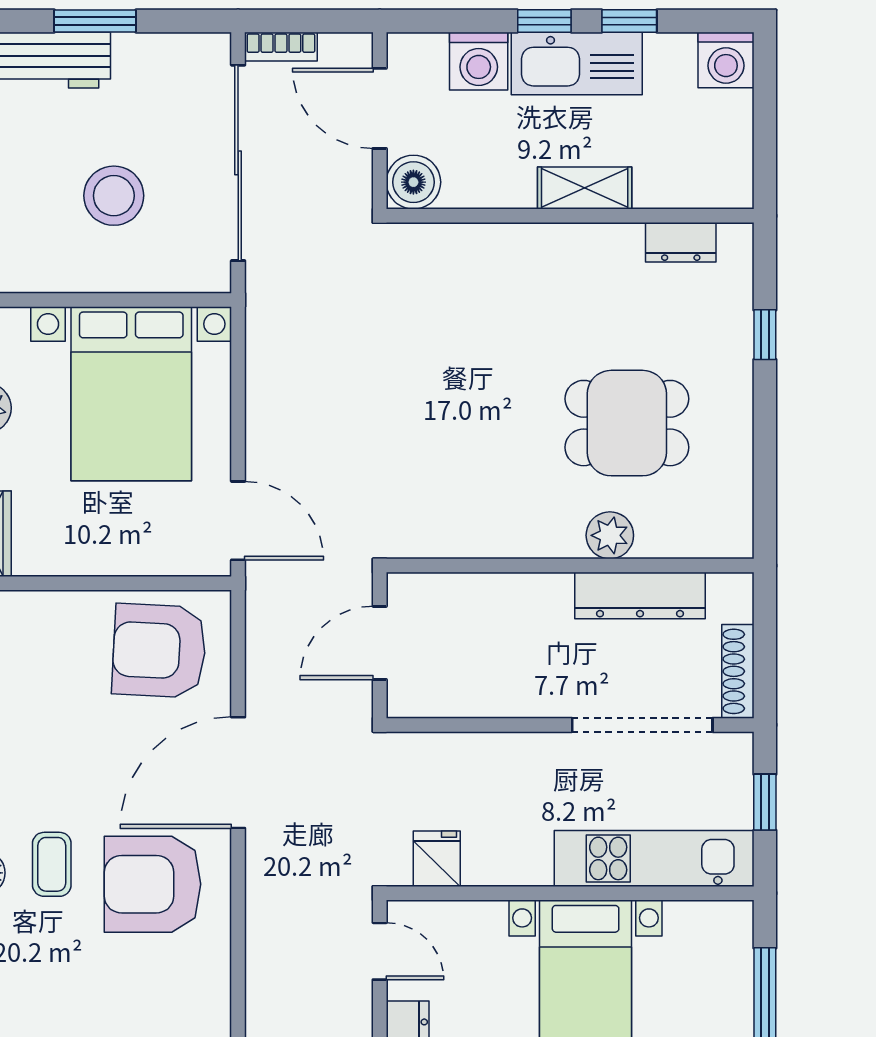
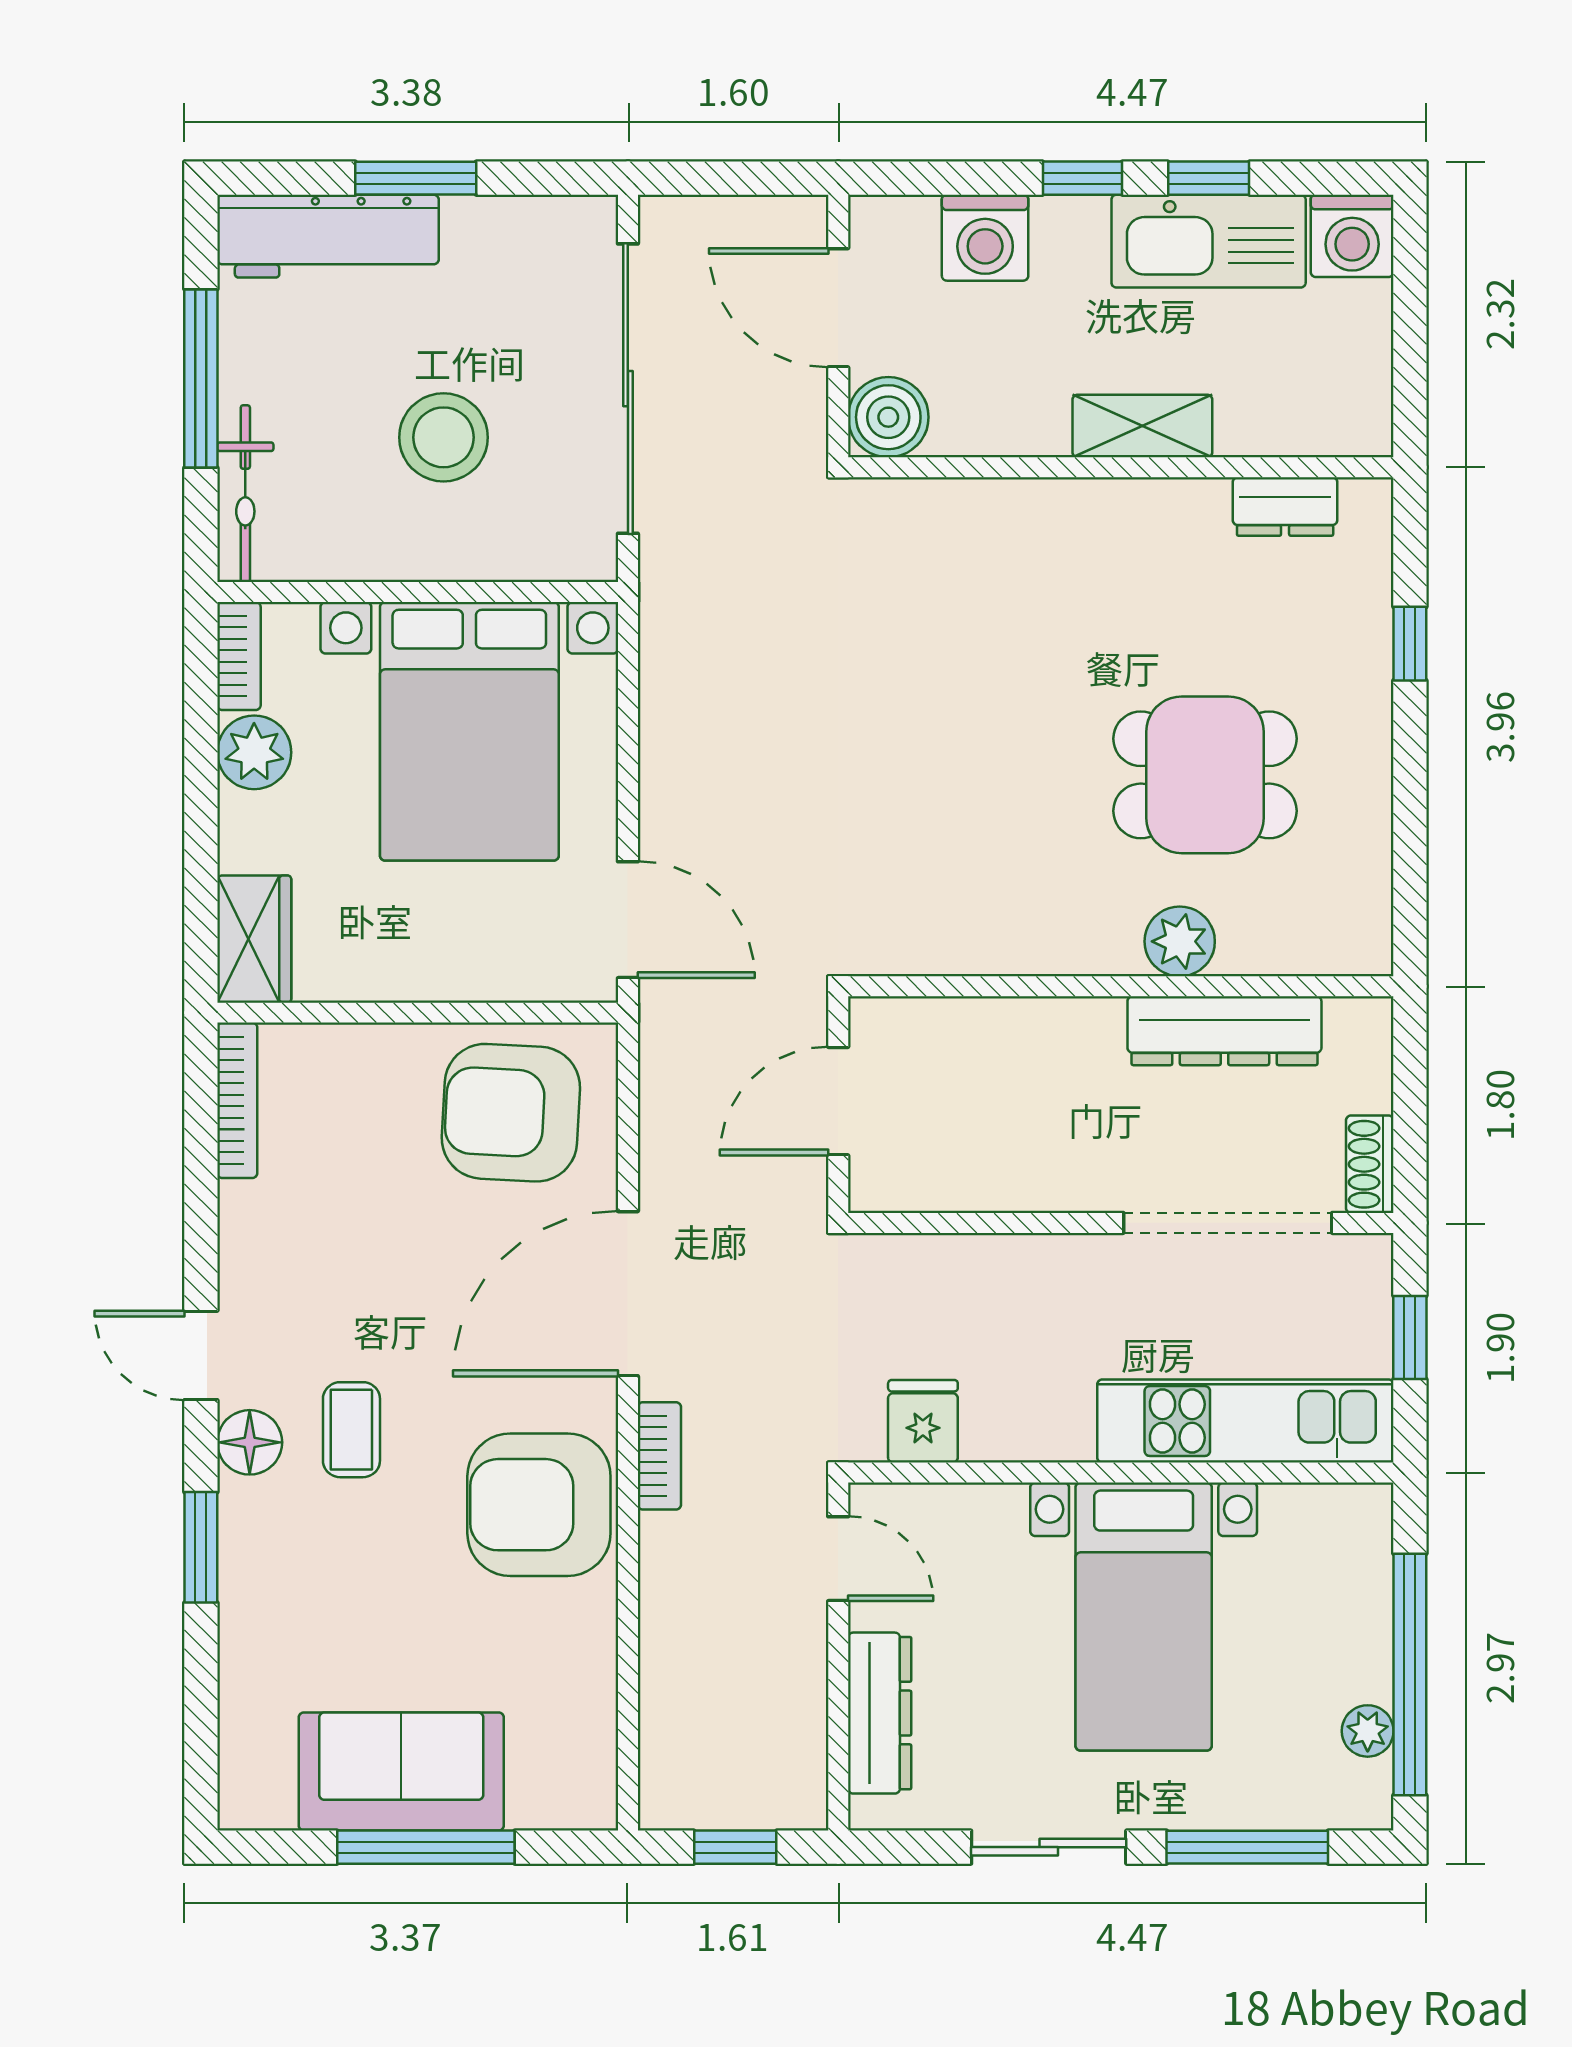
bookcase: (281, 47) -> (659, 1456), moved, turned -90
kitchen sink: (577, 63) -> (1209, 241), moved
shoe rack: (738, 671) -> (1370, 1164), width x0.70
armchair: (152, 884) -> (539, 1505), moved

